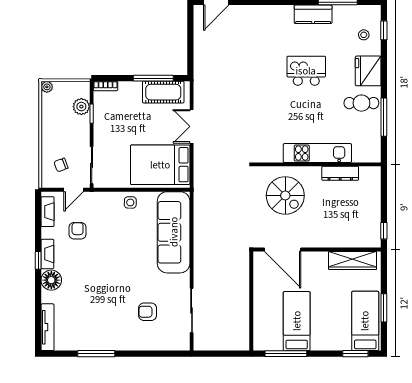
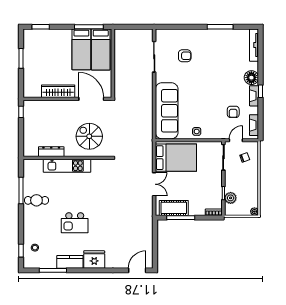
fridge: (368, 71) -> (94, 260), moved, turned -90
wardrobe: (353, 260) -> (58, 91), moved
bed: (365, 321) -> (101, 49), moved

